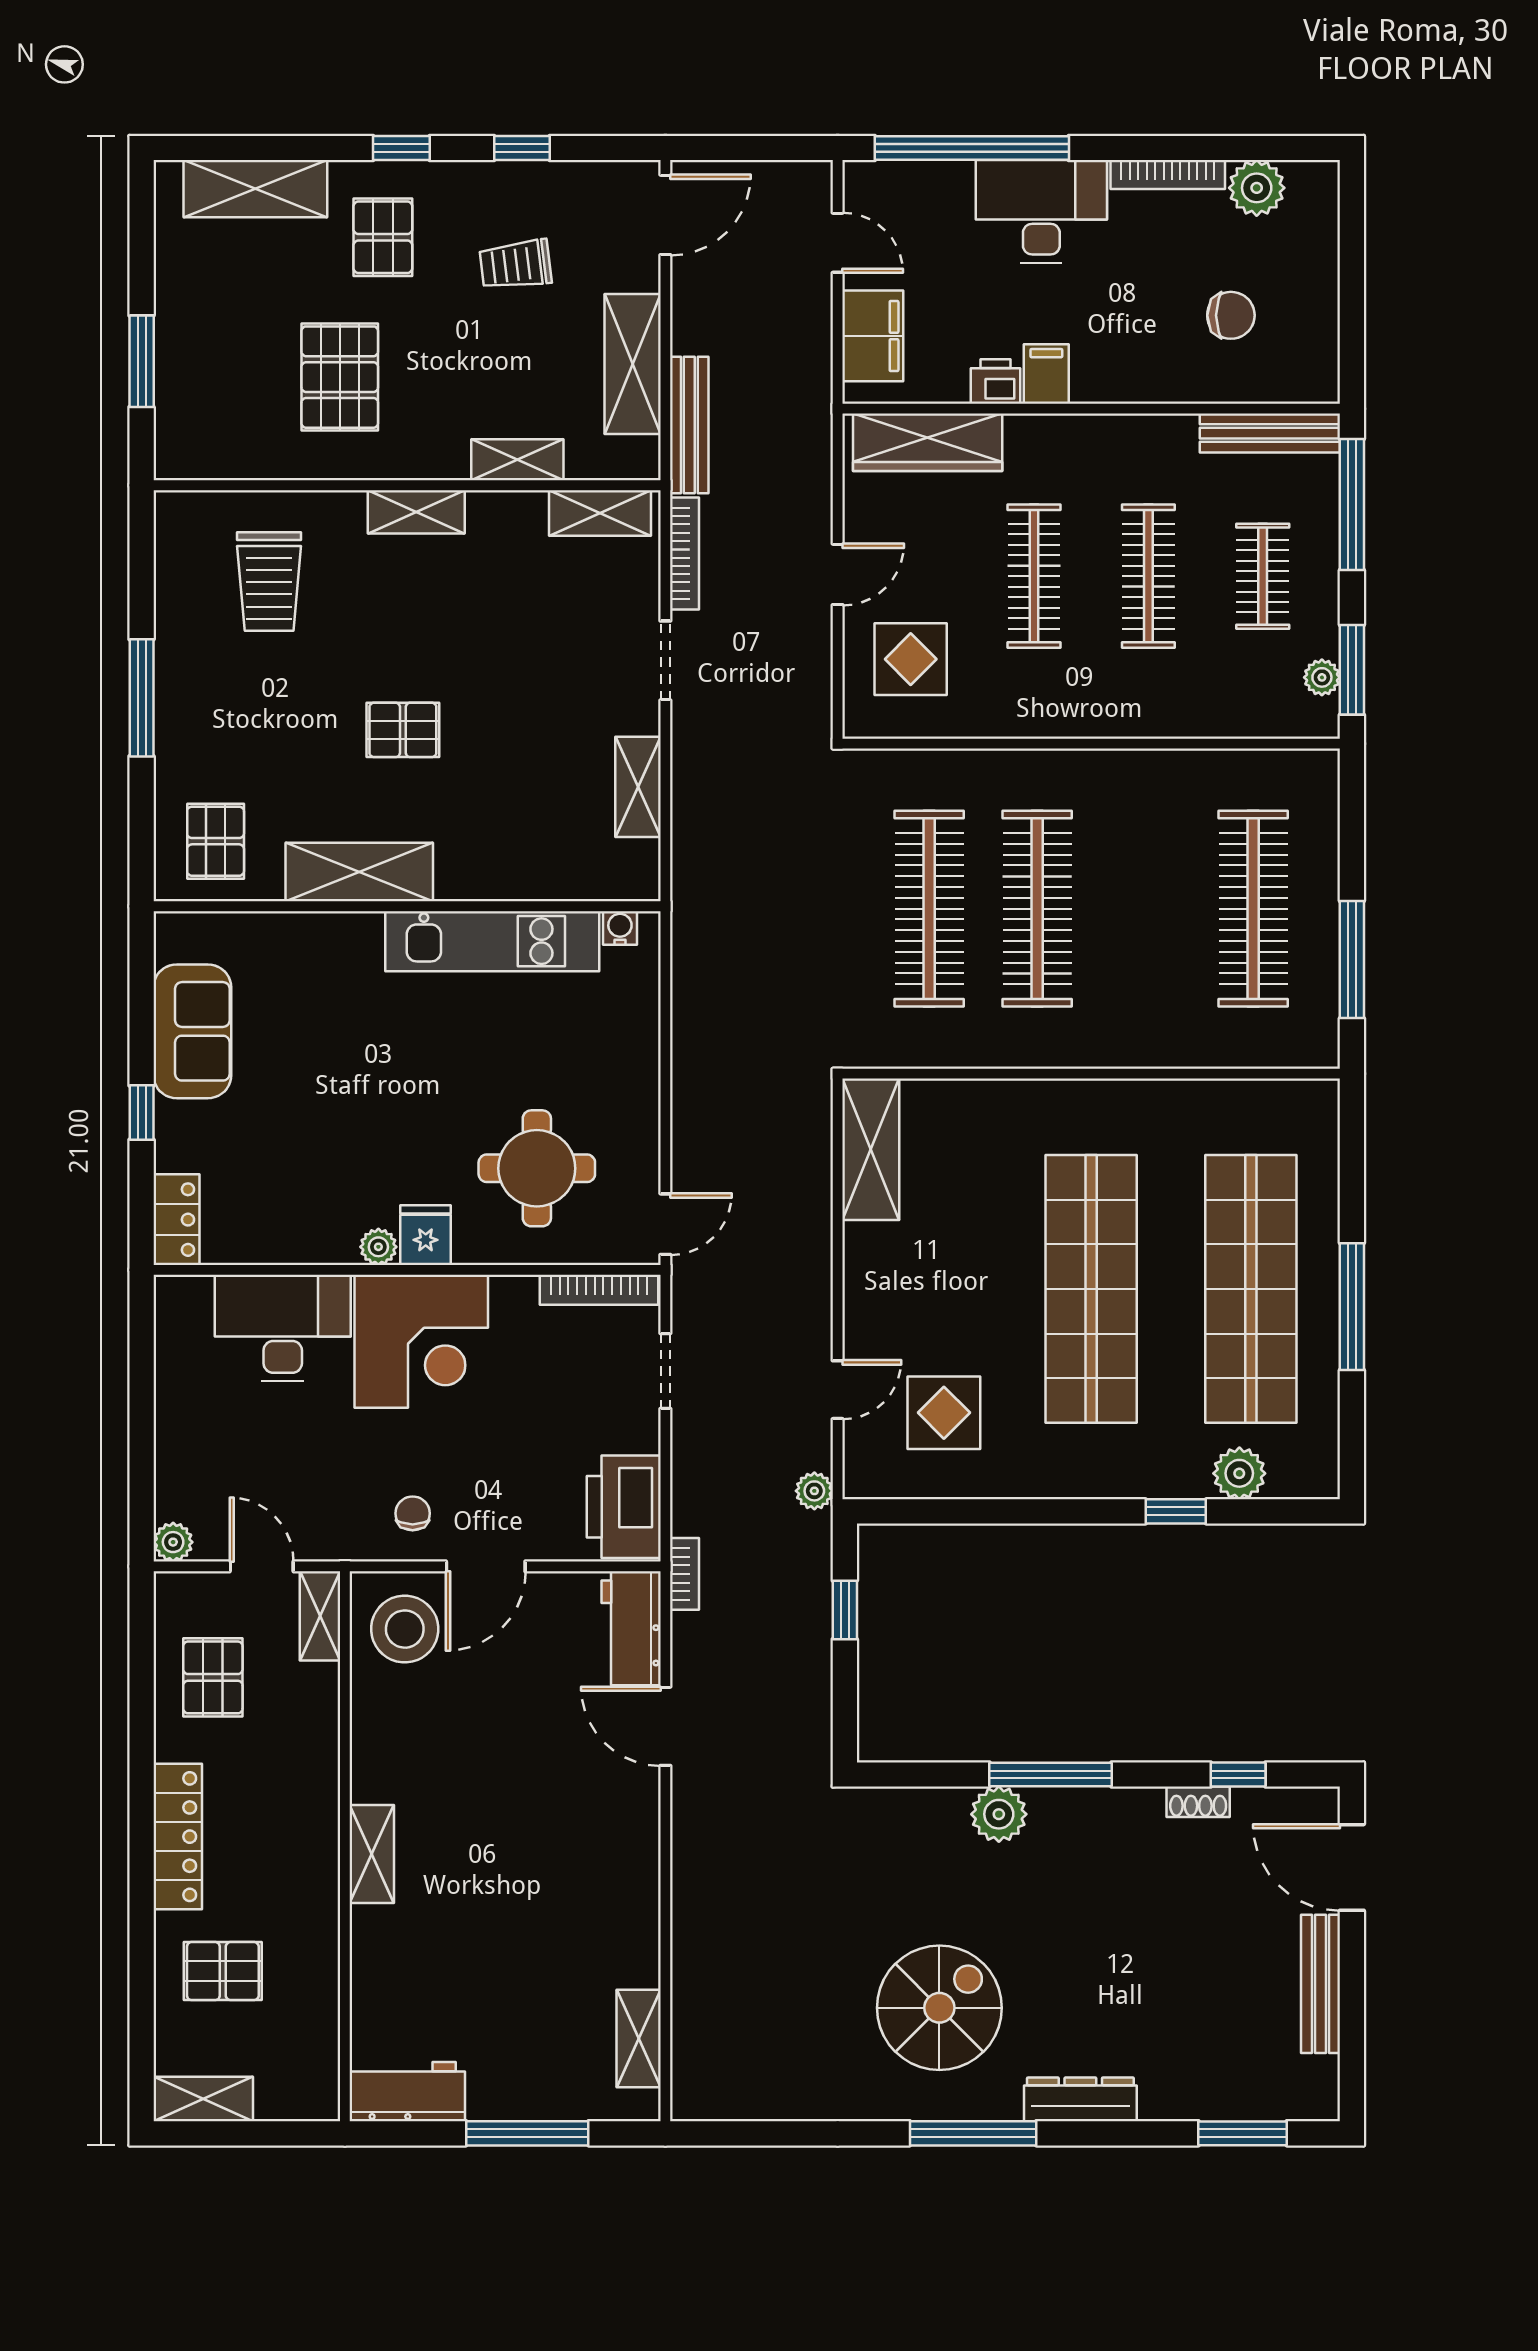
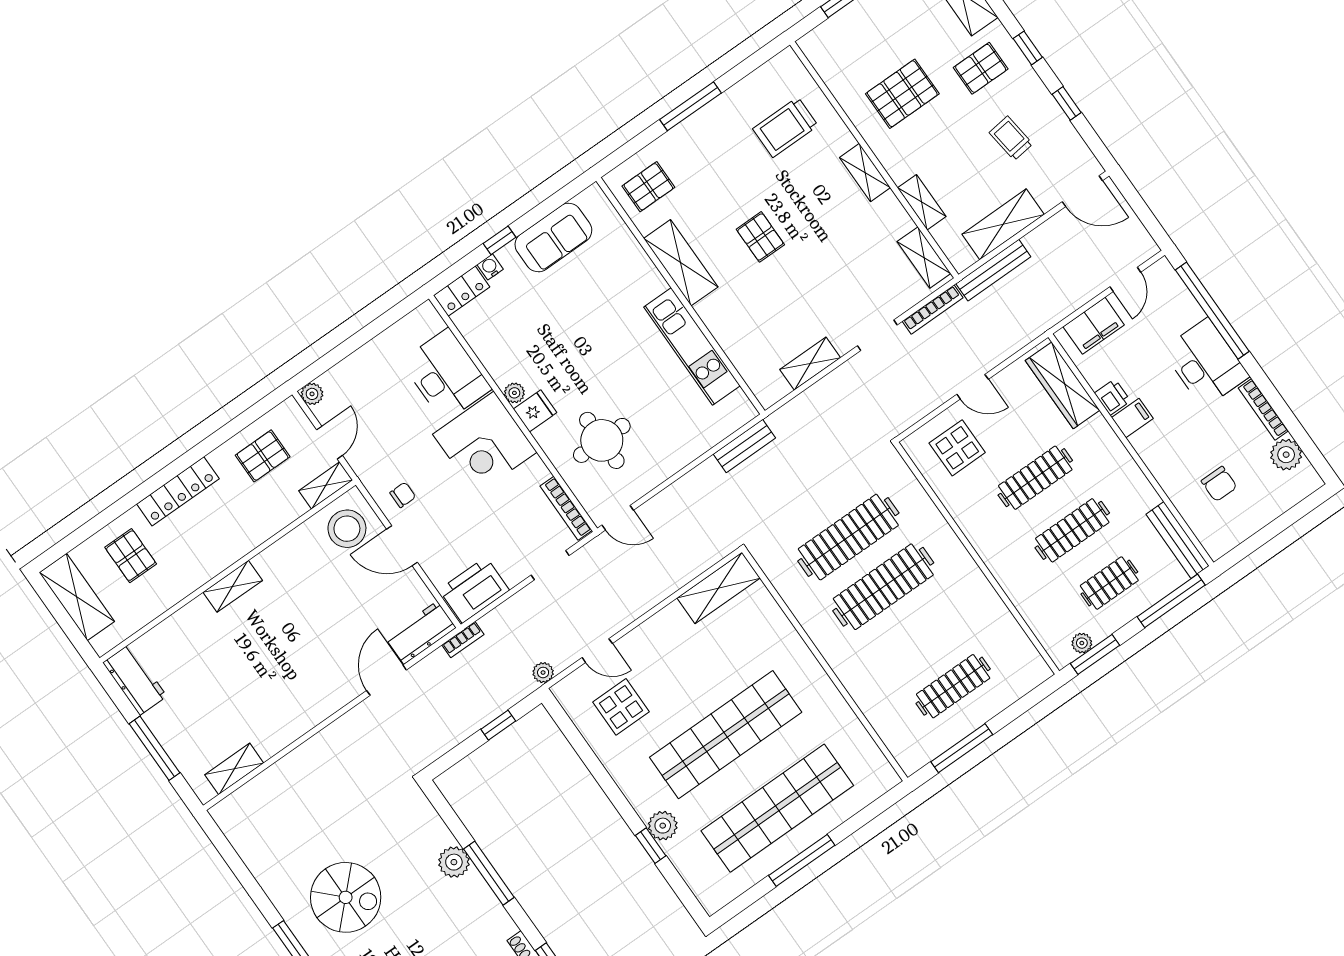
clothes rail: (1253, 909) -> (953, 686), width x0.73, depth x0.76
water cooler: (620, 928) -> (490, 267), moved, turned -90
bench: (691, 967) -> (744, 446), added
plant: (1239, 1473) -> (663, 826), moved
shelving: (203, 2099) -> (77, 597), width x1.50, depth x1.33

